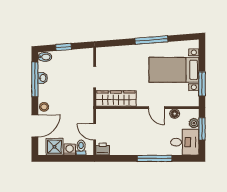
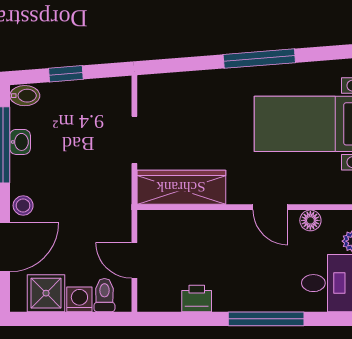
printer: (103, 149) -> (197, 298), moved

